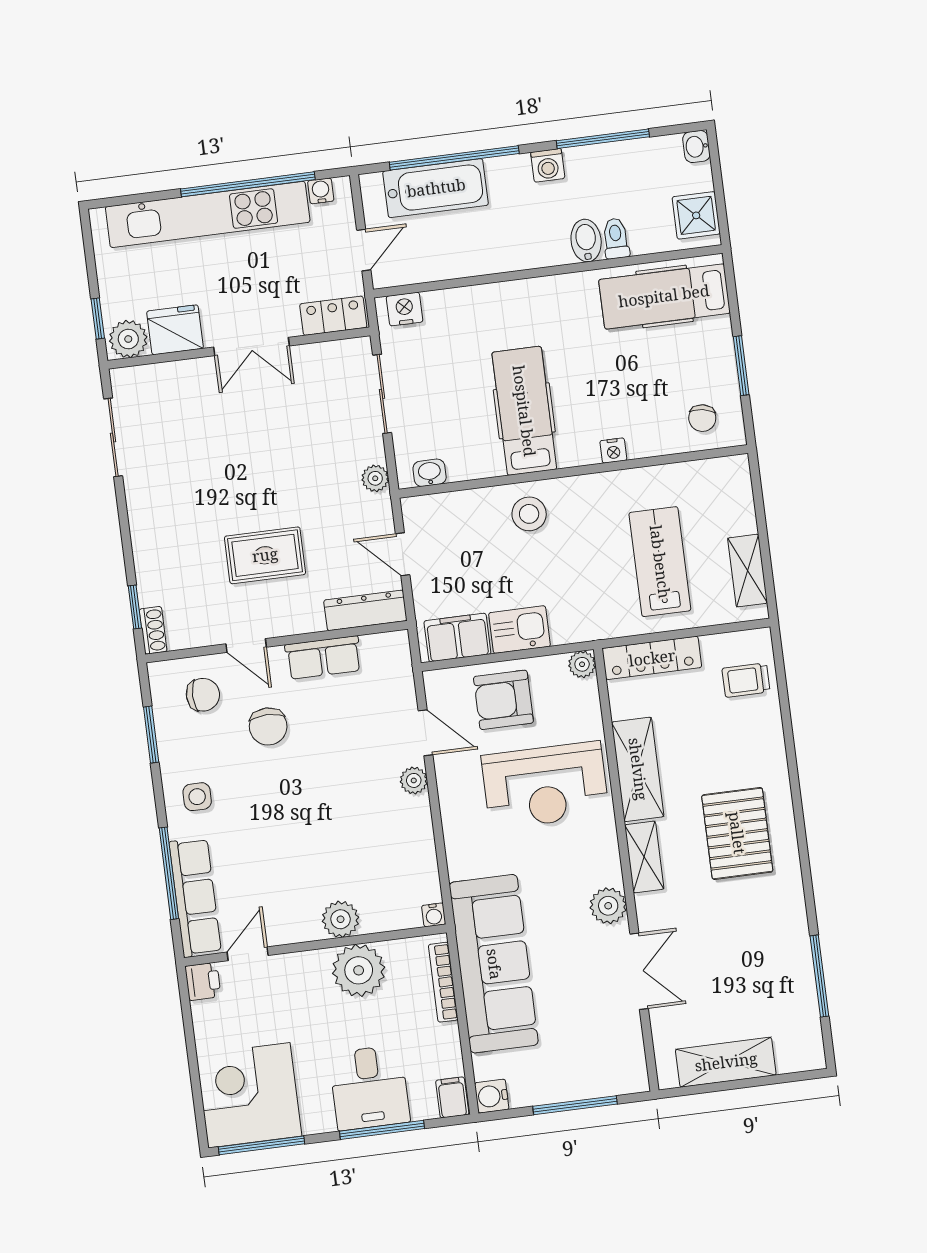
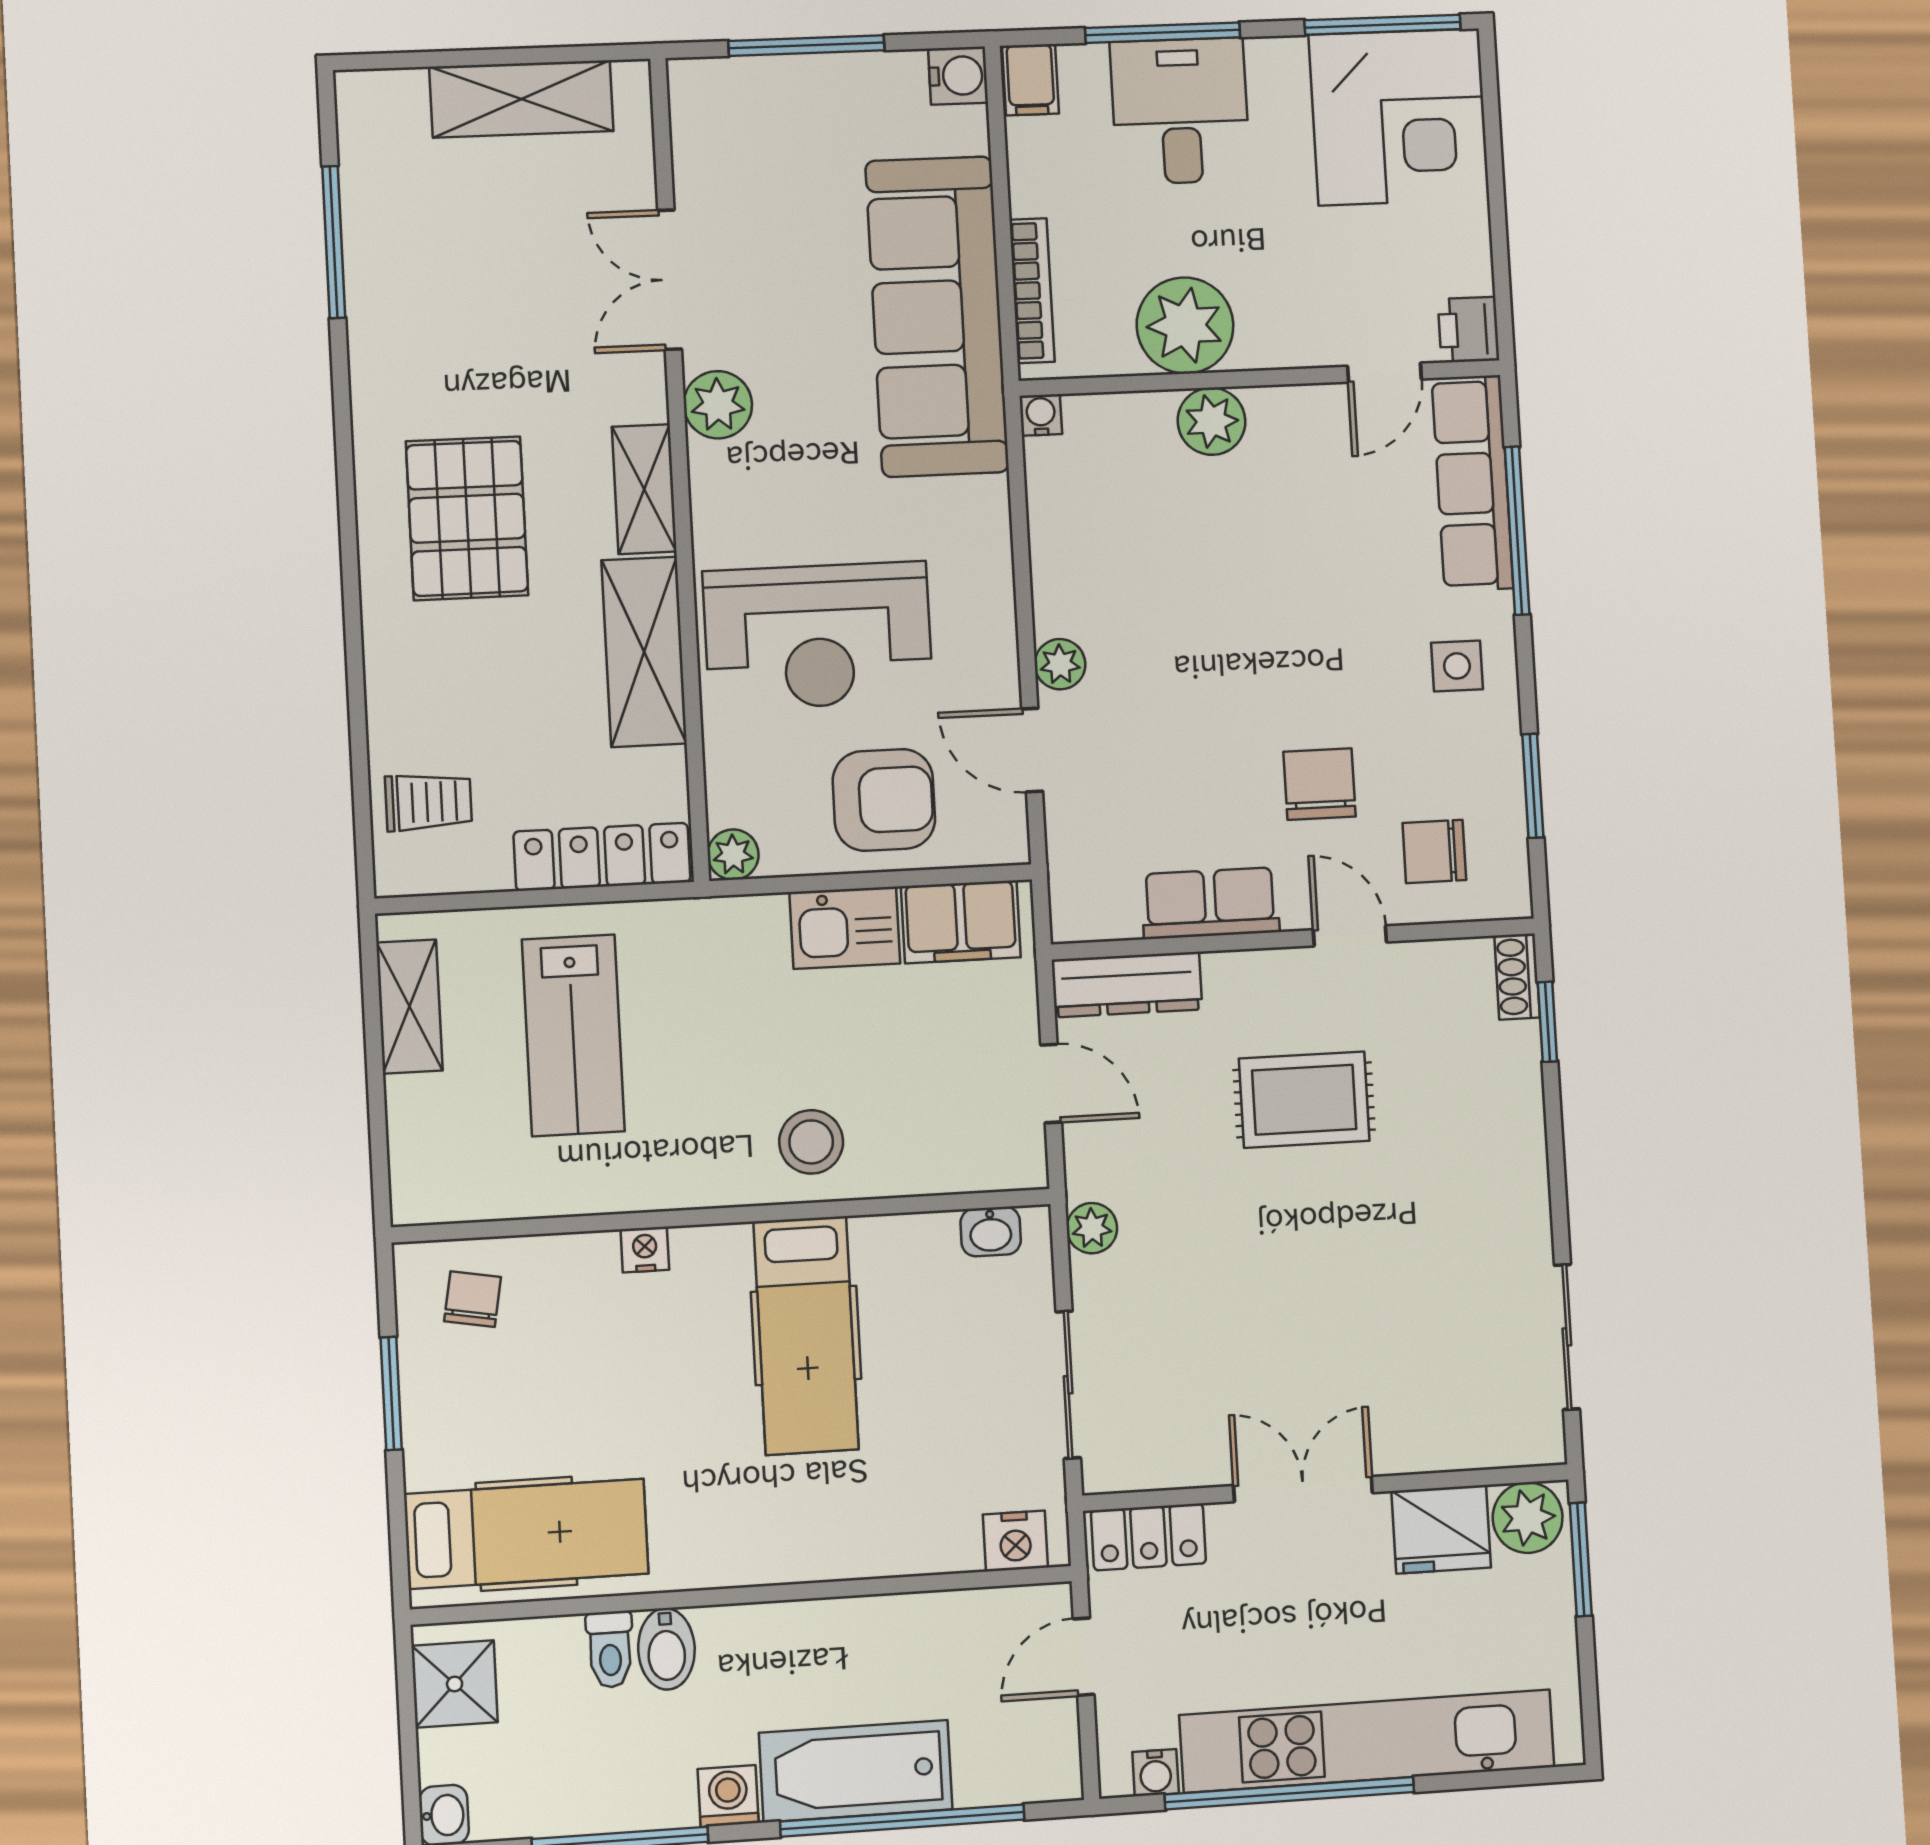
bathtub: (436, 188) -> (856, 1771), moved
window: (98, 318) -> (1581, 1559), width x1.50
reception desk: (545, 785) -> (818, 636), turned 180

